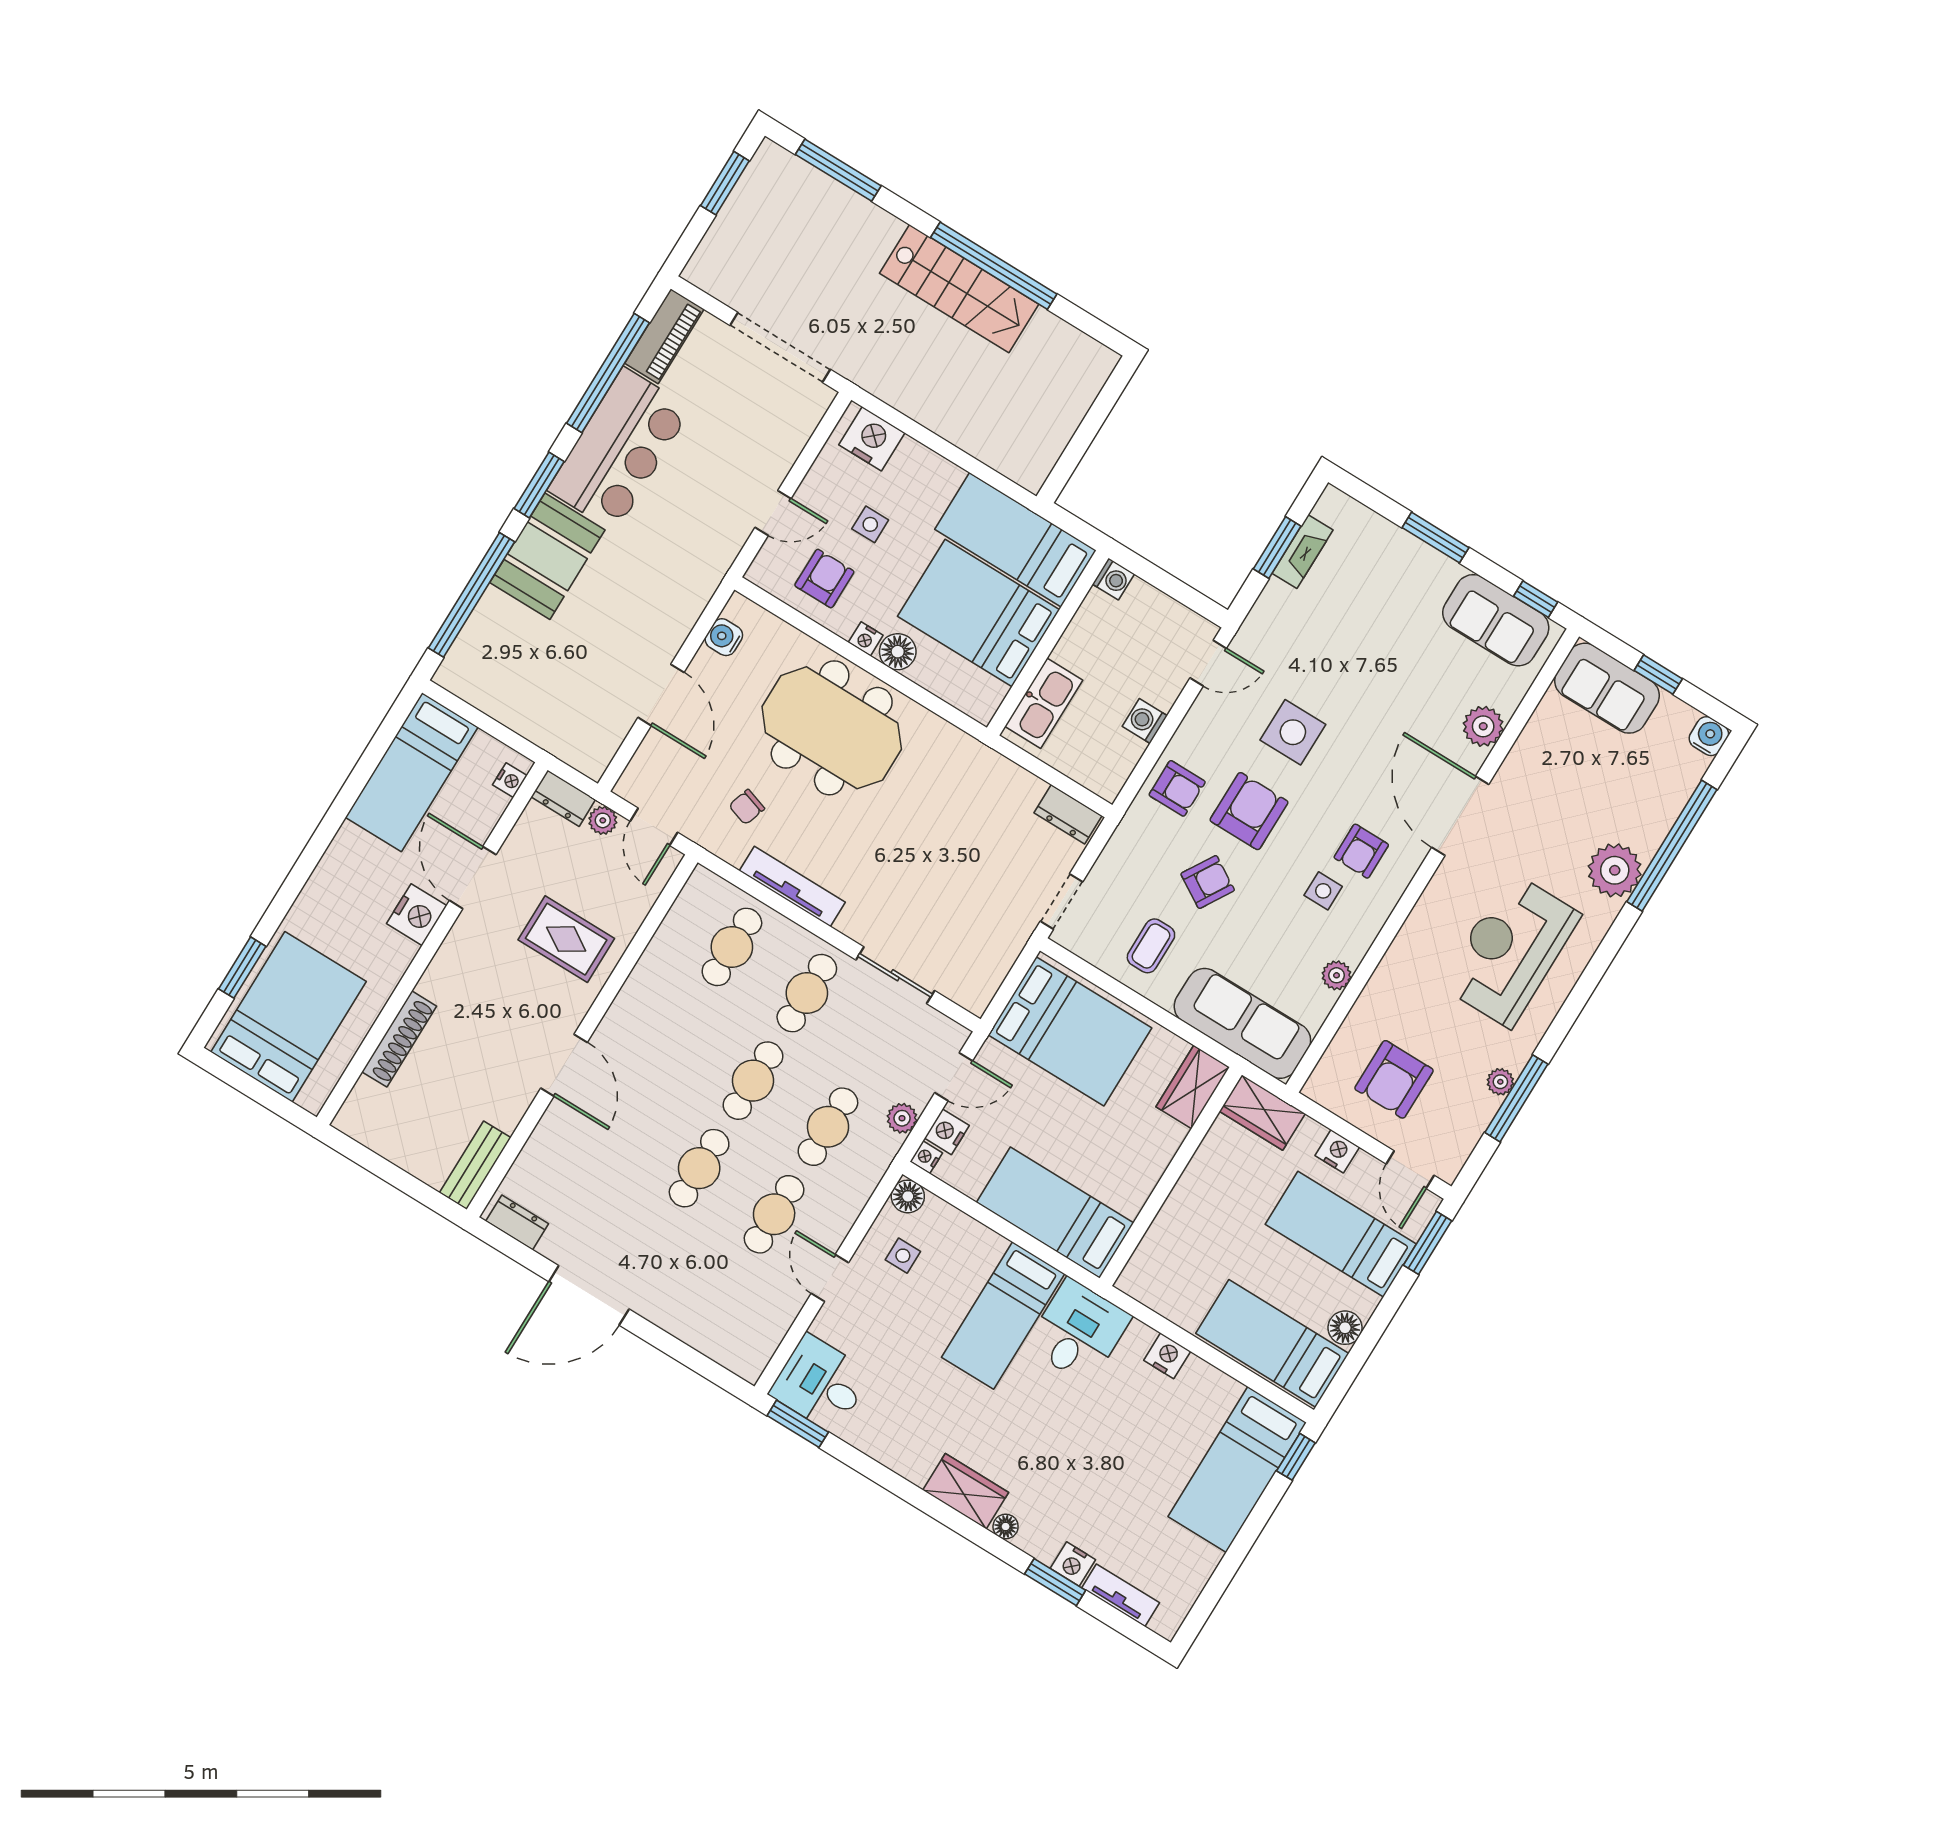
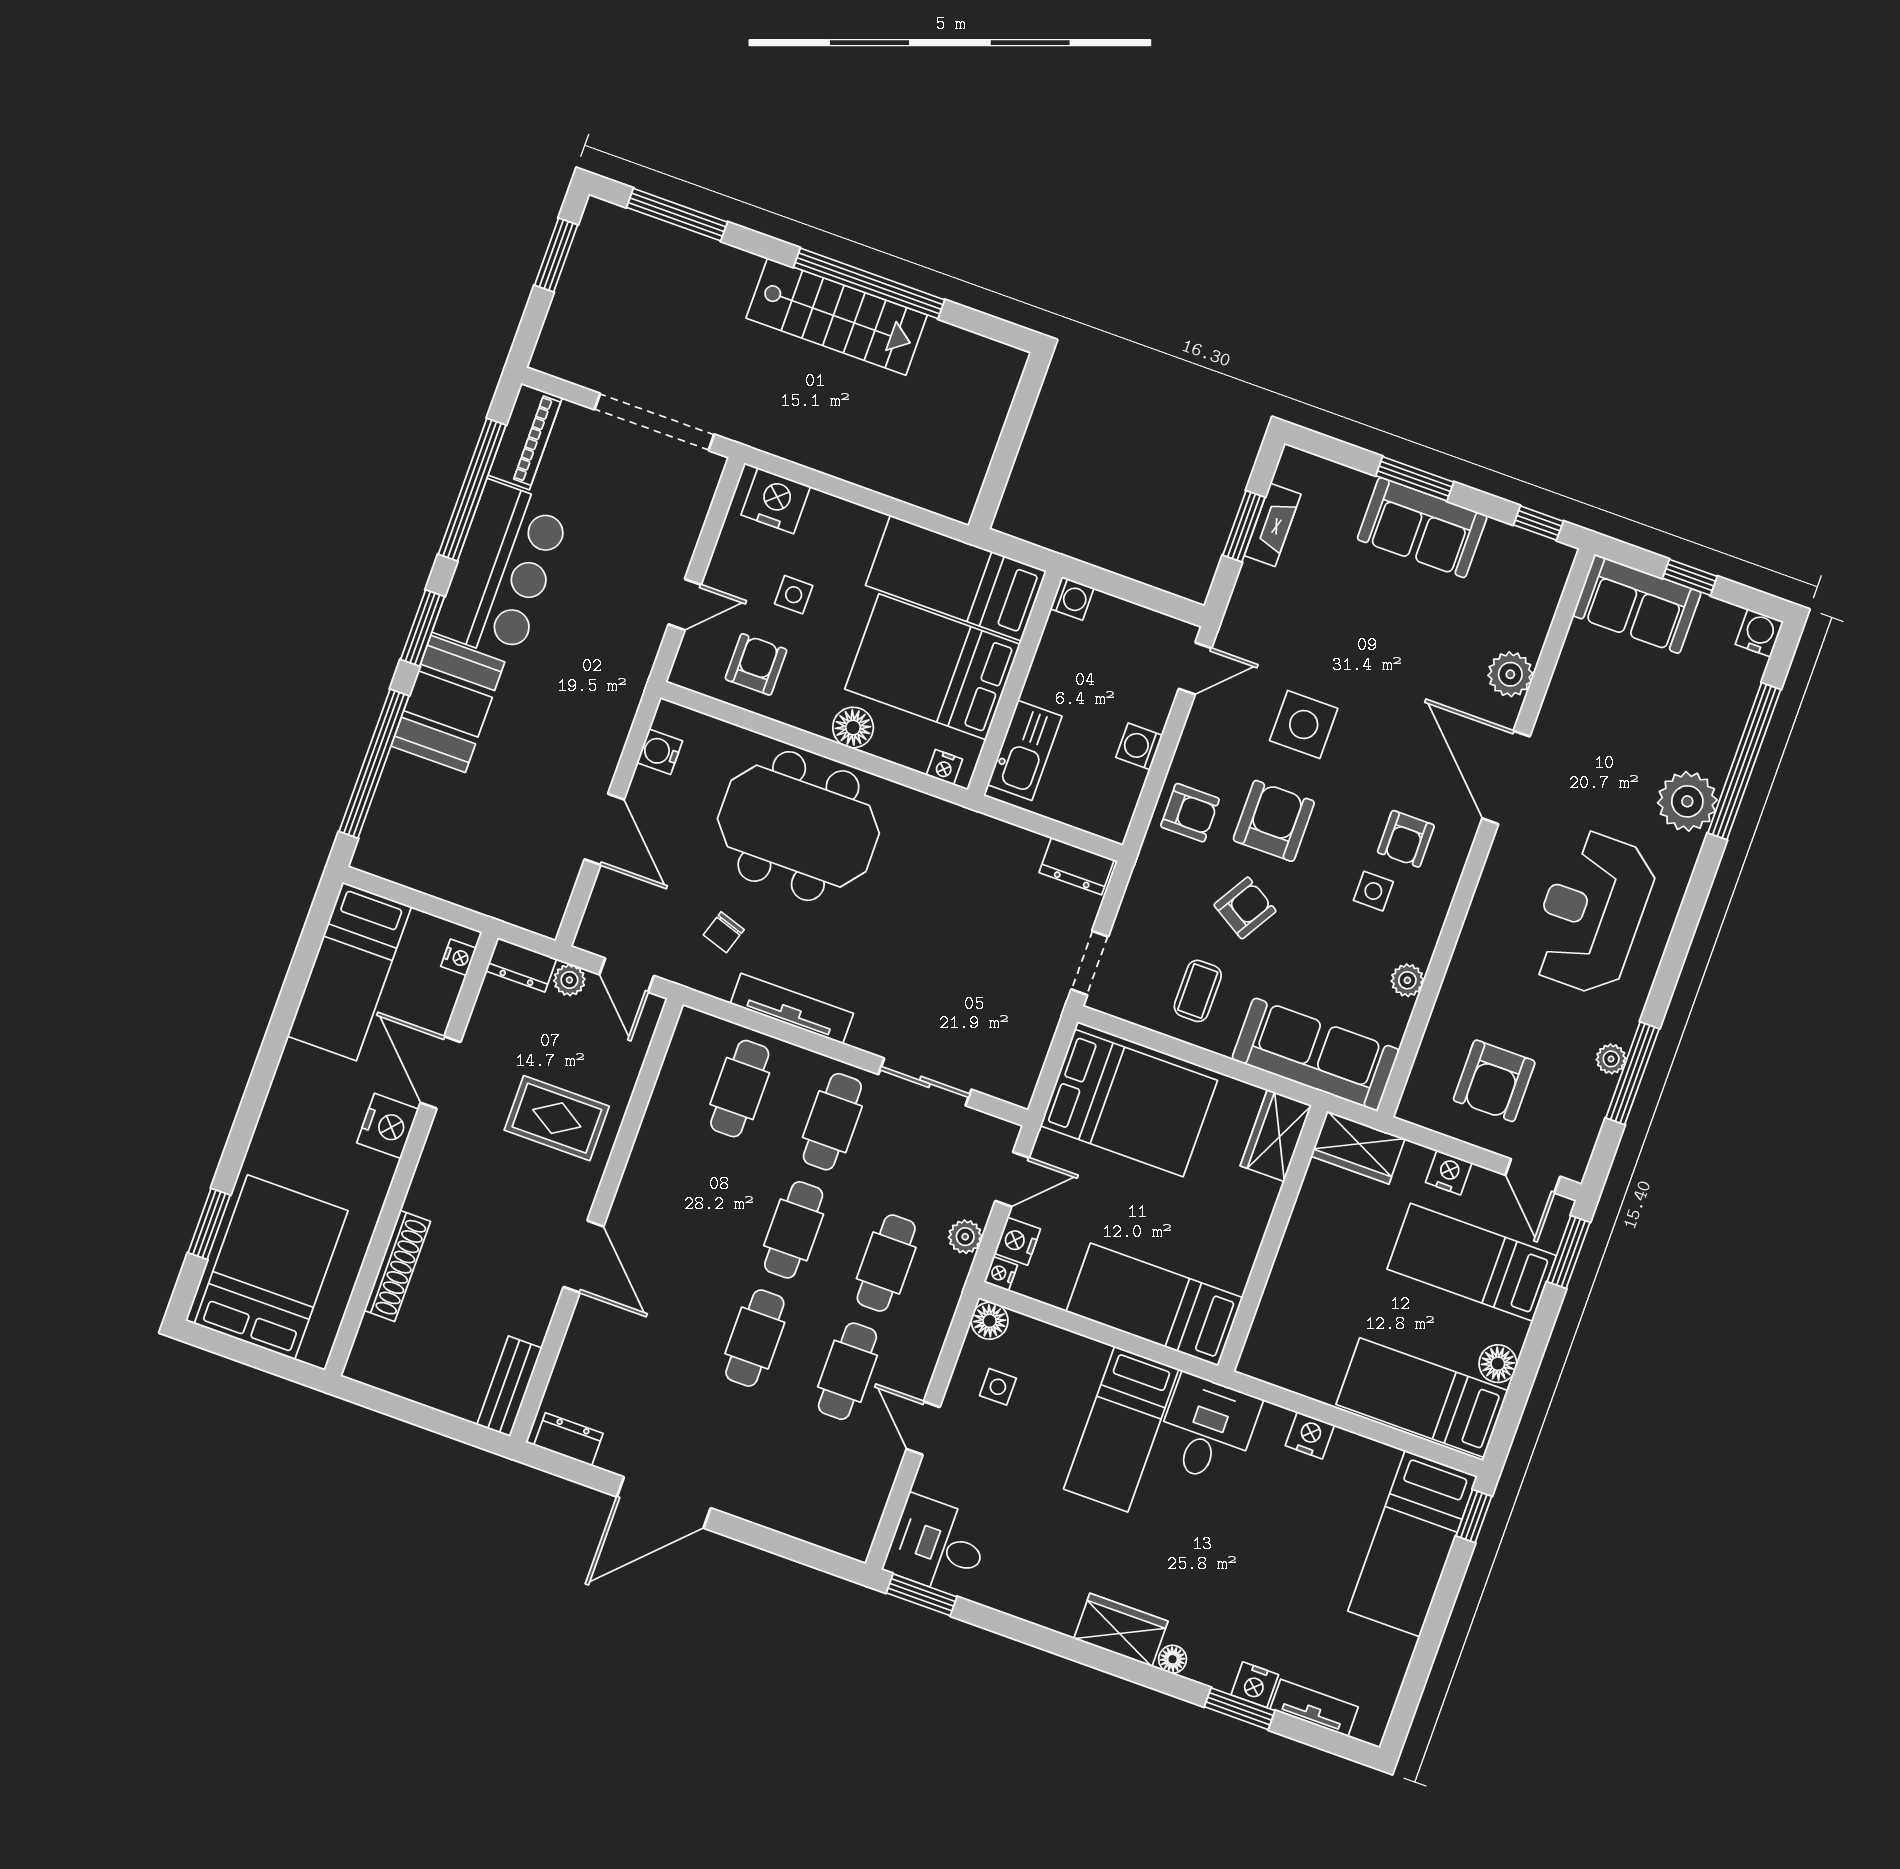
sofa: (1496, 620) -> (1422, 528), moved
nightstand: (866, 639) -> (944, 767), moved

